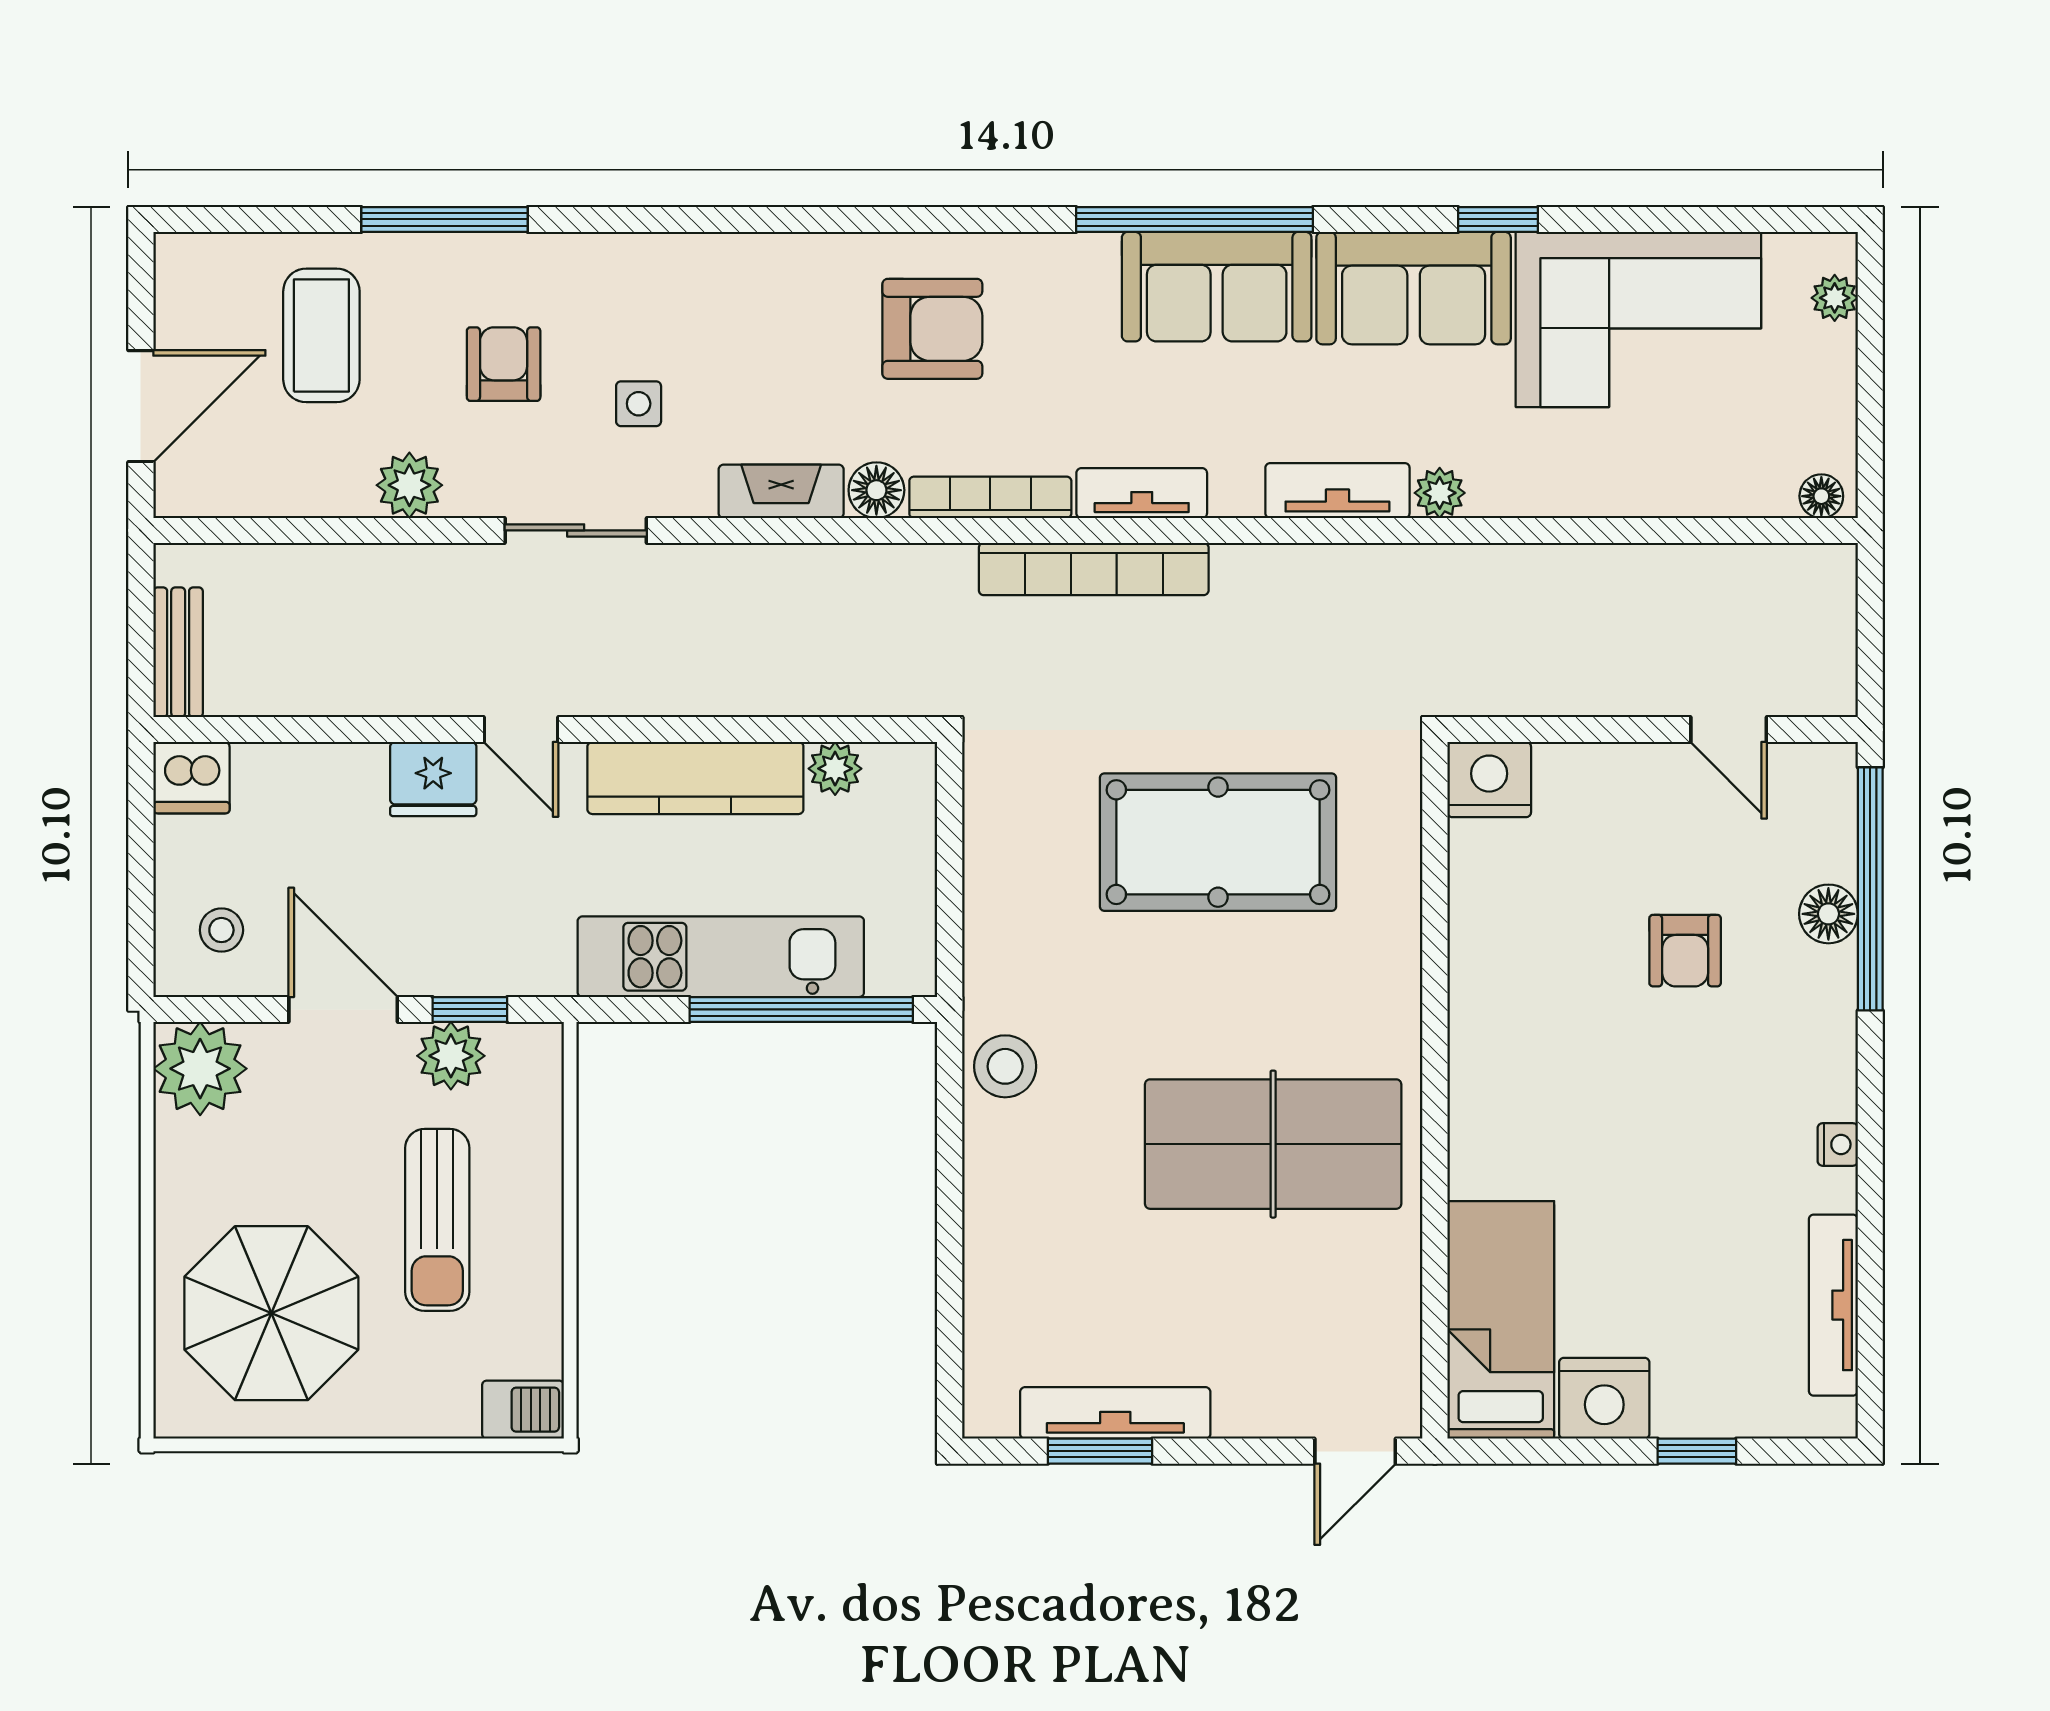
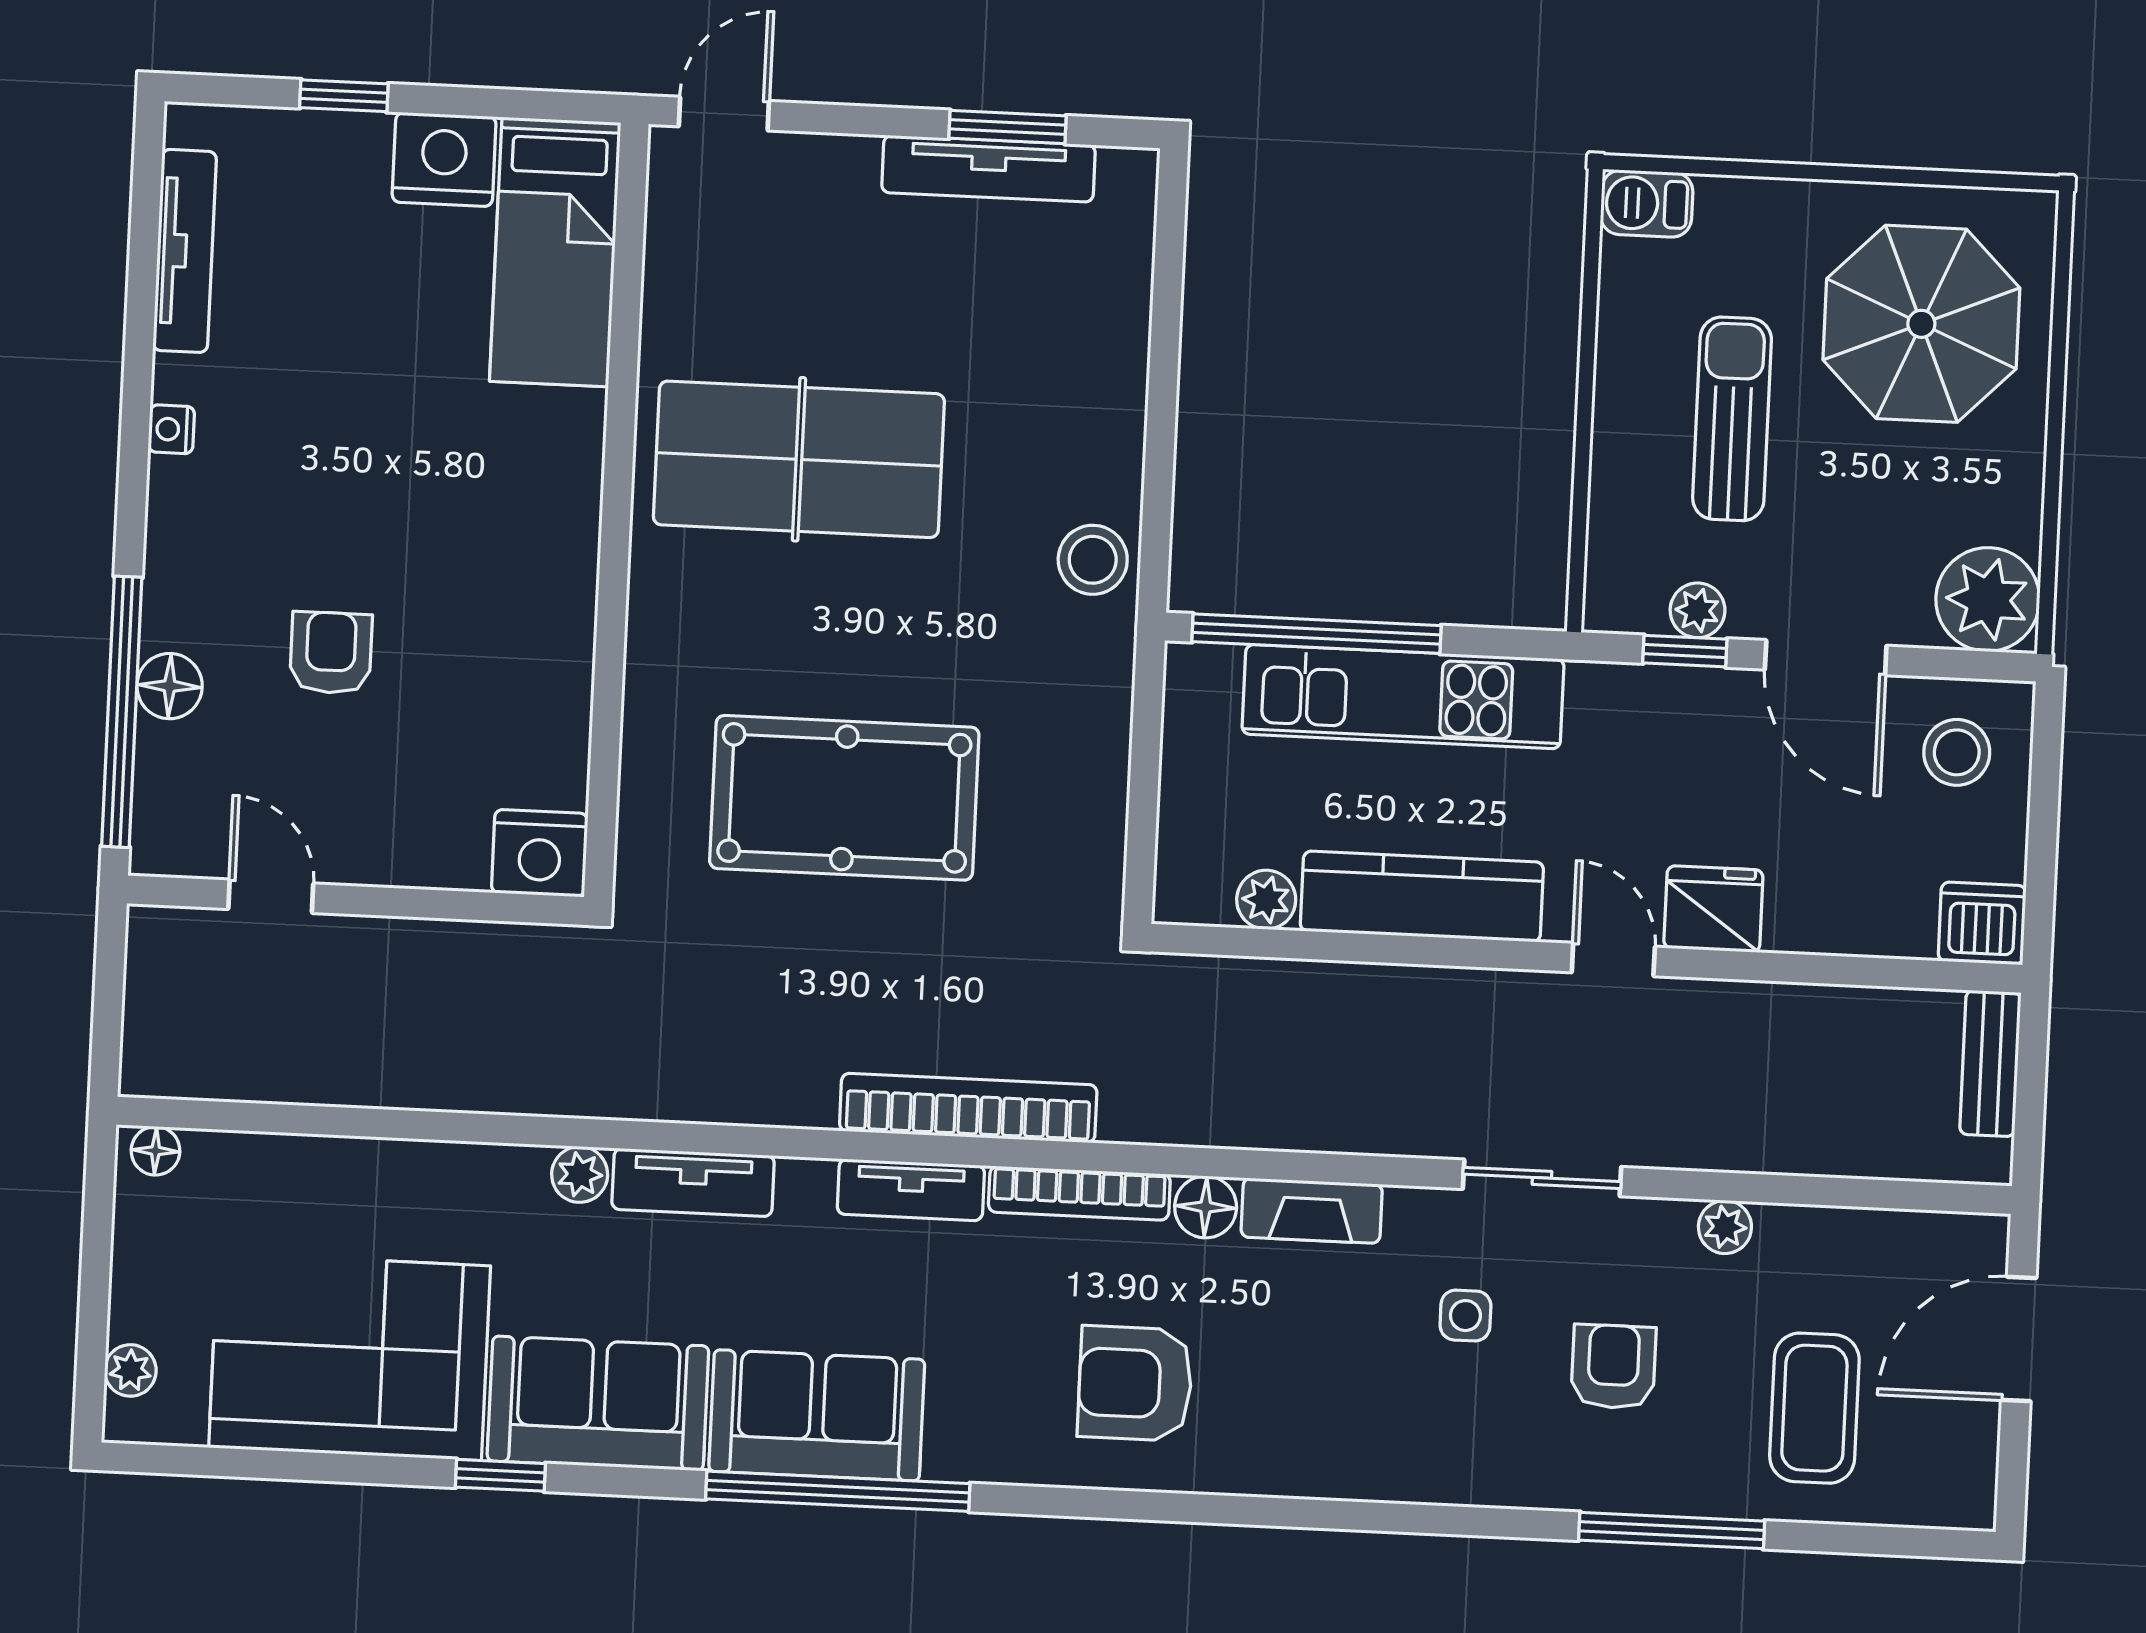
armchair: (504, 364) -> (1613, 1367), turned 180
plant: (409, 485) -> (1725, 1227), width x0.73, depth x0.73
stool: (221, 930) -> (1957, 752), width x1.37, depth x1.37
plant: (451, 1056) -> (1698, 610), width x0.73, depth x0.73

